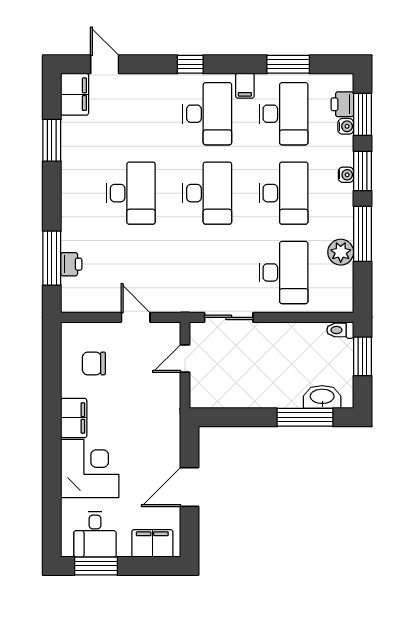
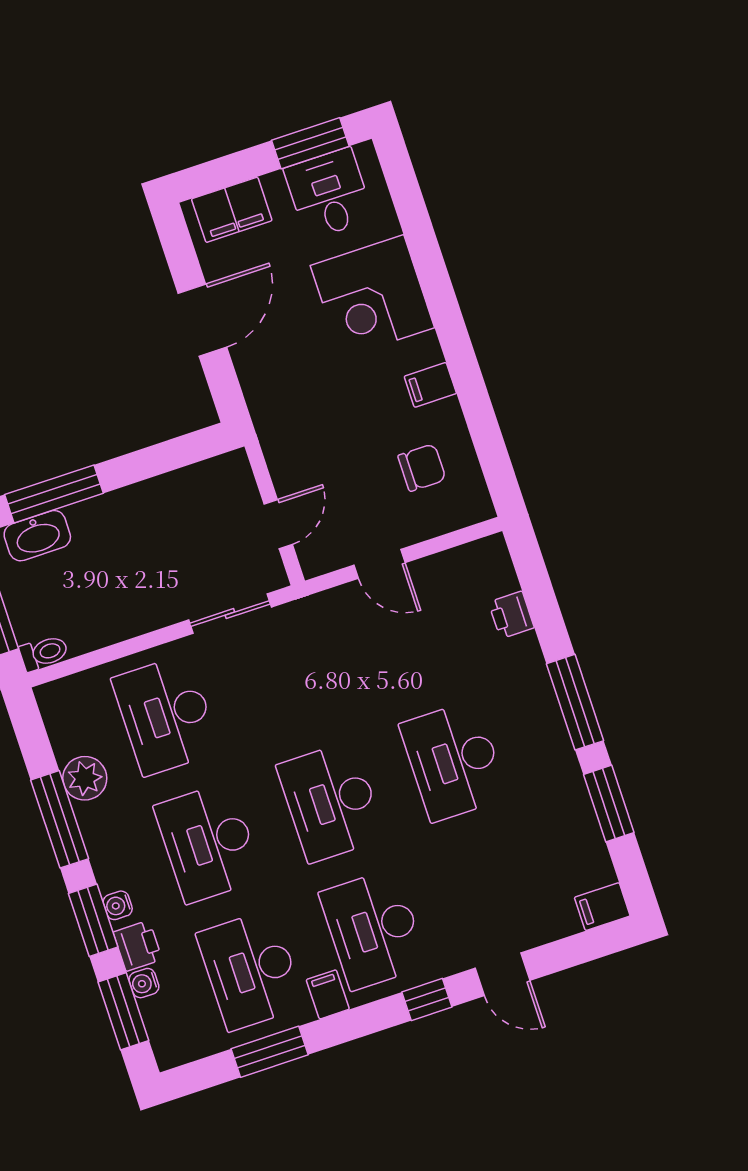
door: (105, 64) -> (502, 974), moved
filing cabinet: (75, 94) -> (602, 907), width x0.50
printer: (342, 104) -> (138, 946), moved
window: (52, 258) -> (575, 702), moved
filing cabinet: (74, 418) -> (430, 385), width x0.50

